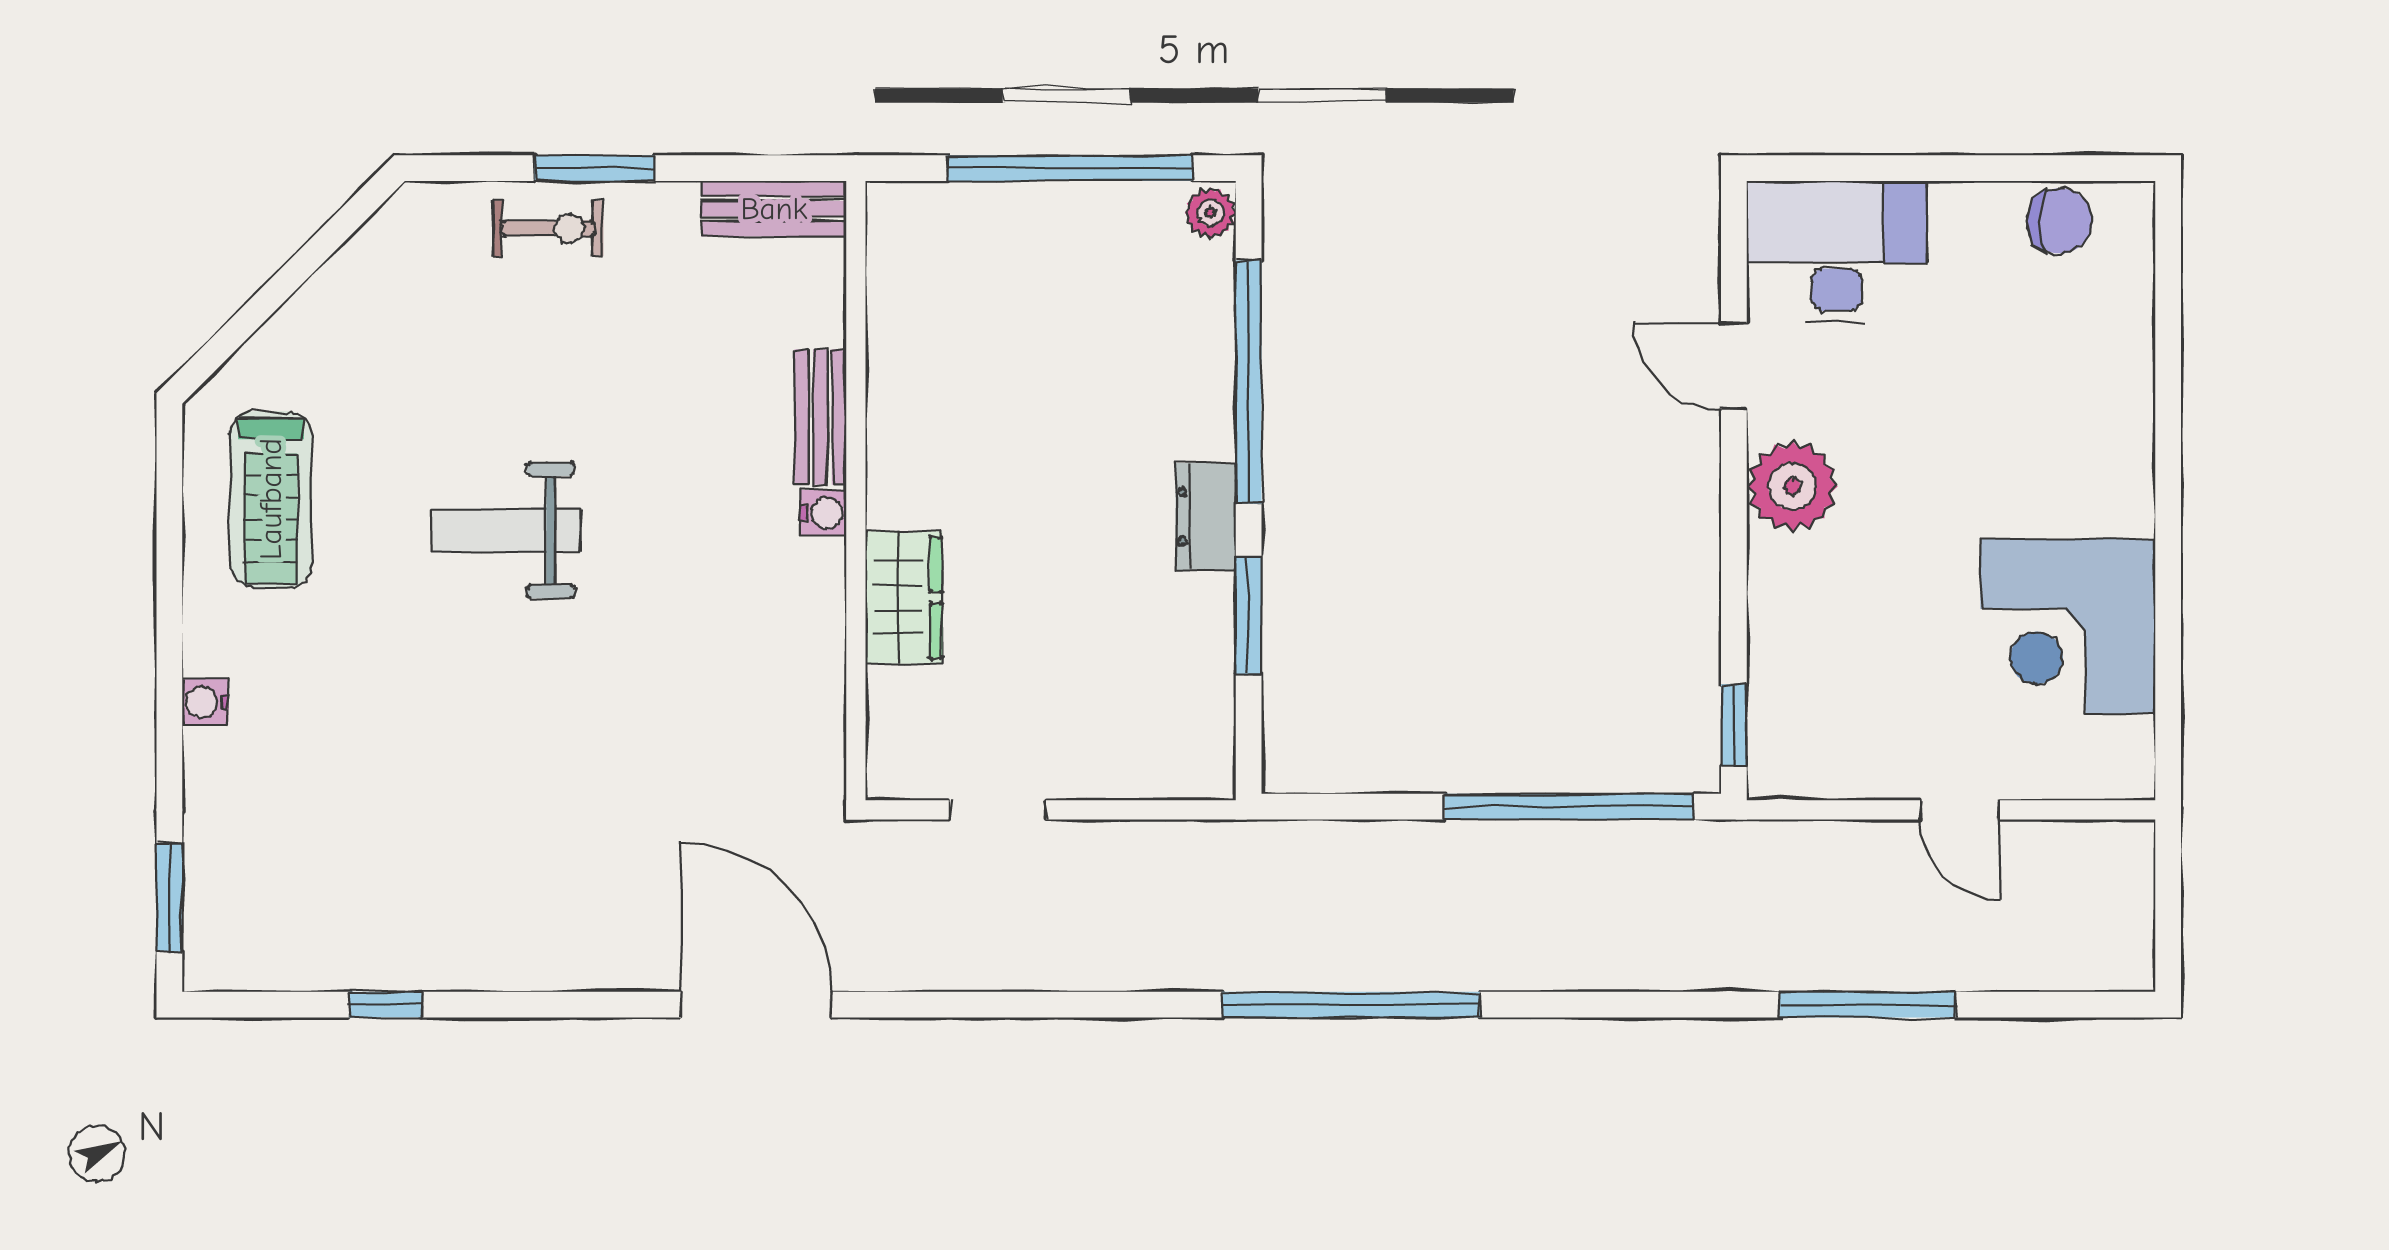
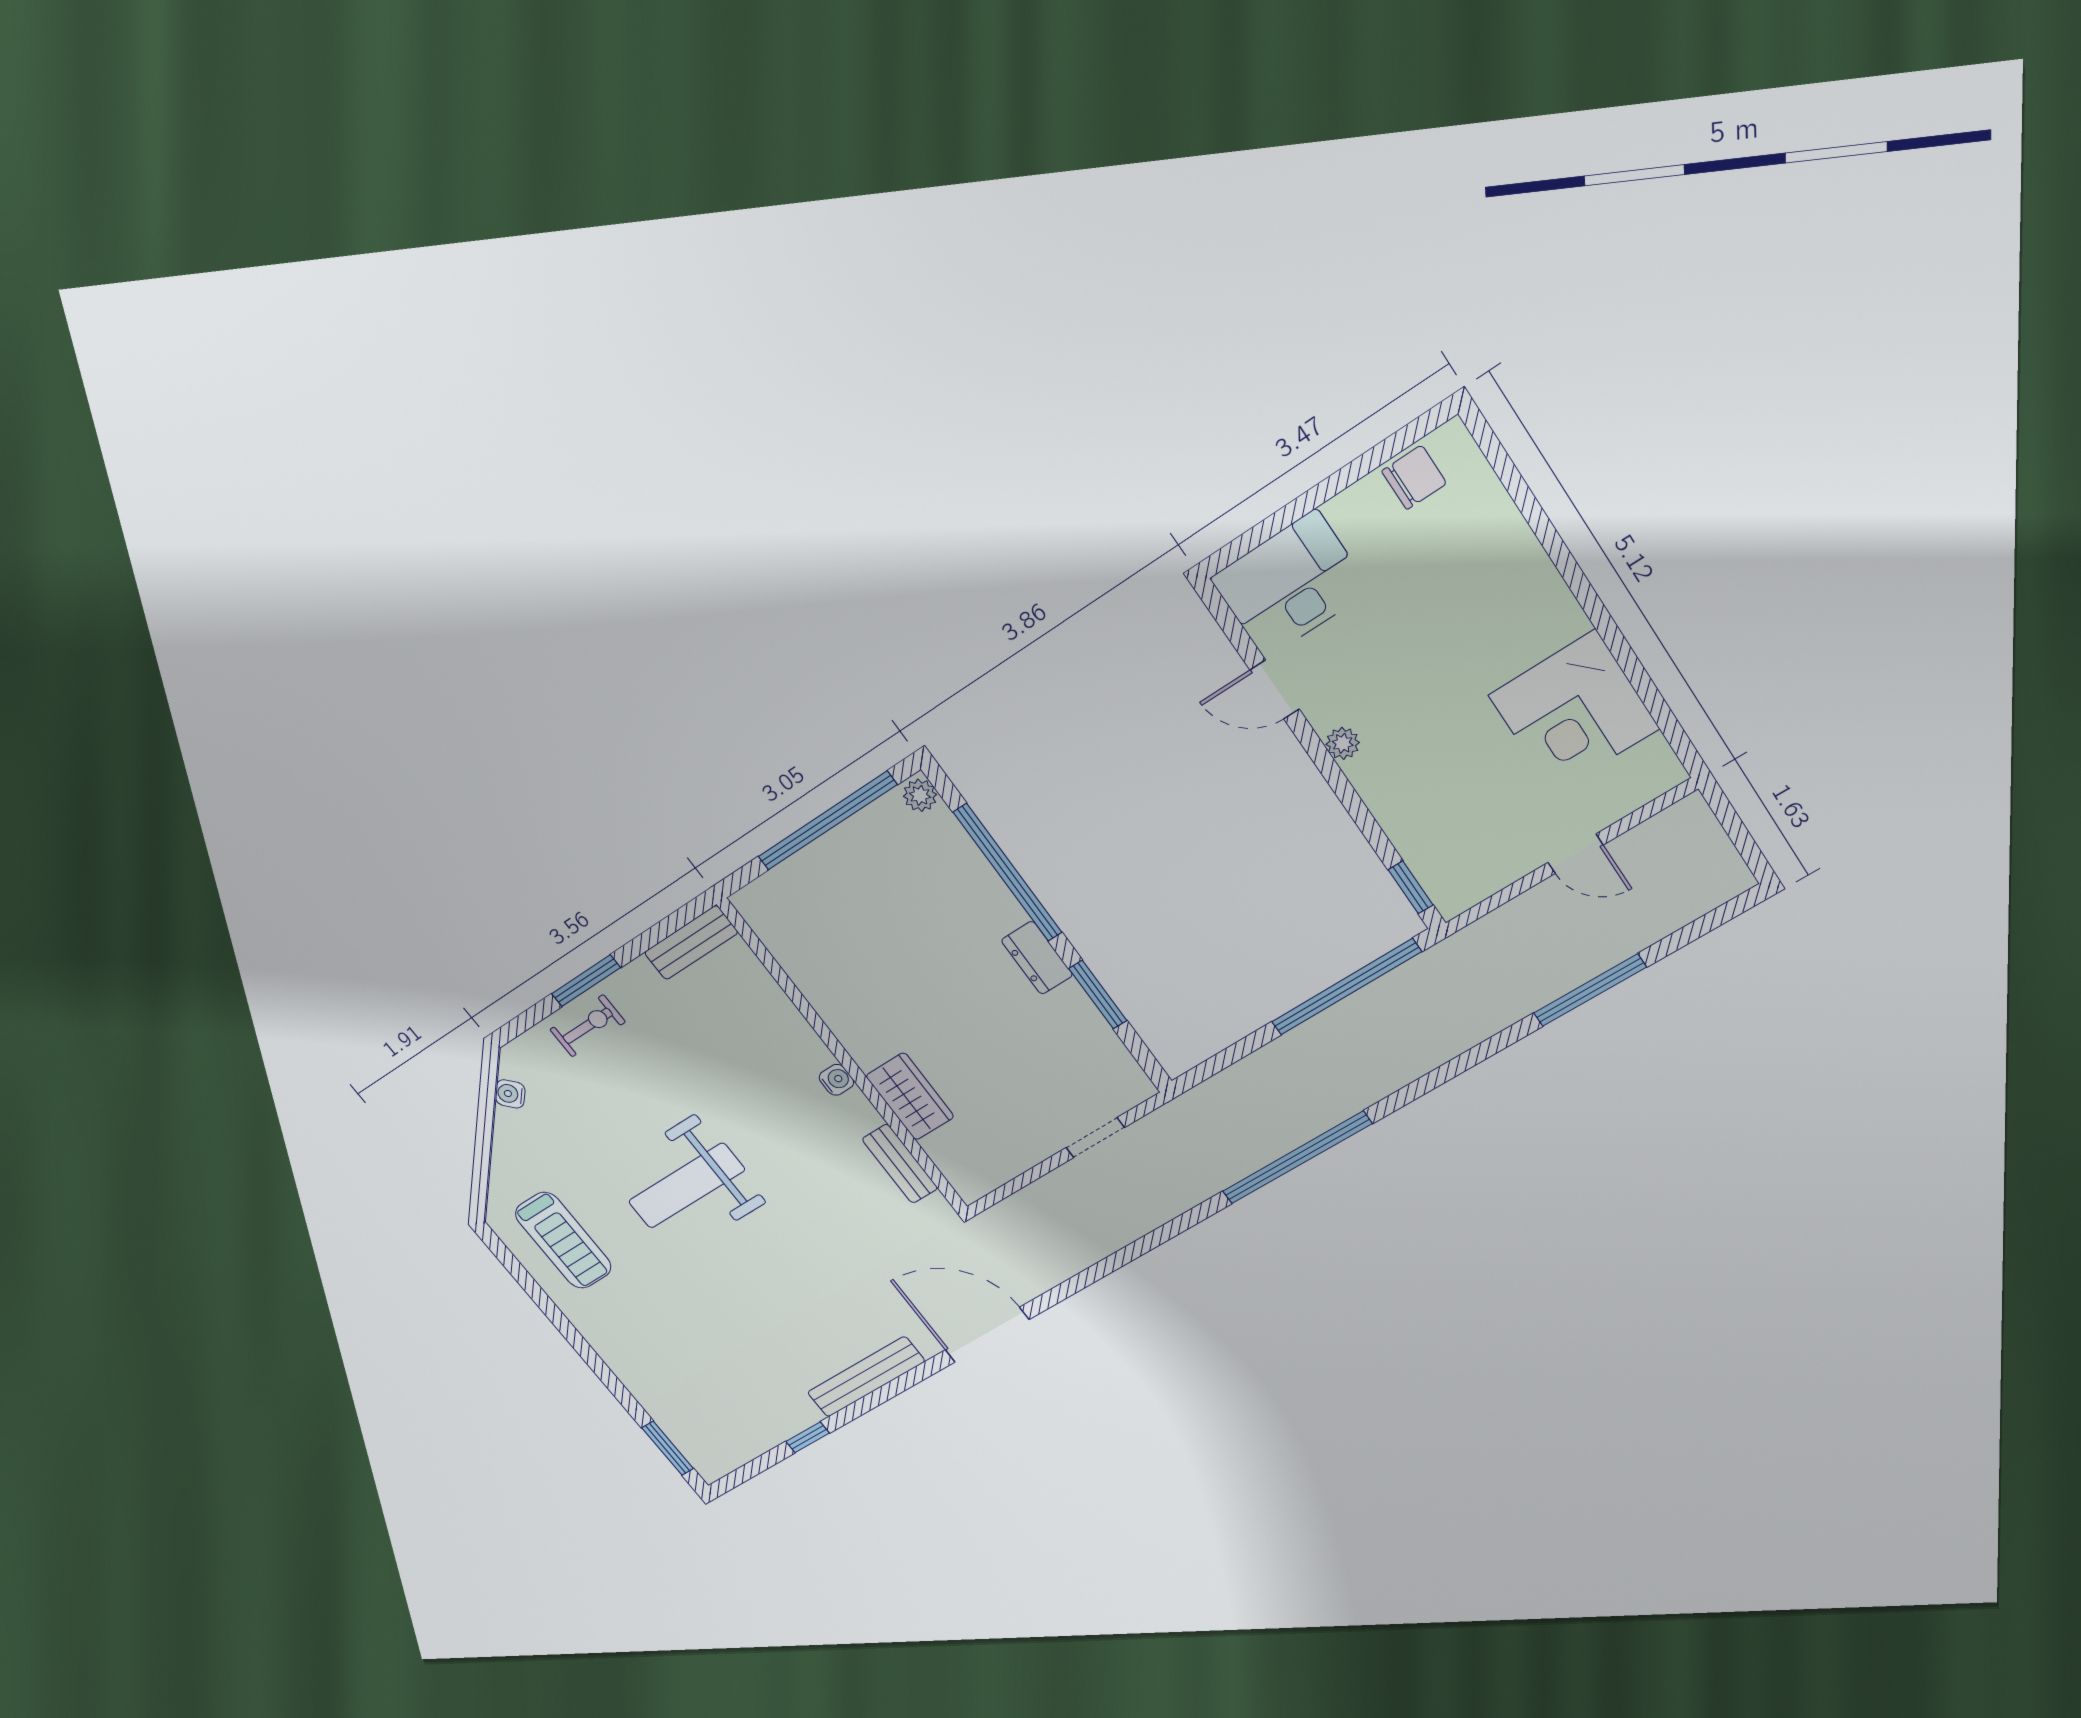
bench: (820, 417) -> (900, 1164), moved
plant: (1792, 486) -> (1343, 743), width x0.53, depth x0.53
weight bench: (506, 530) -> (687, 1186), width x1.36, depth x1.33
water cooler: (205, 702) -> (510, 1094), moved, turned 45
doorway: (997, 810) -> (1095, 1138), moved
bench: (540, 963) -> (866, 1377), added

